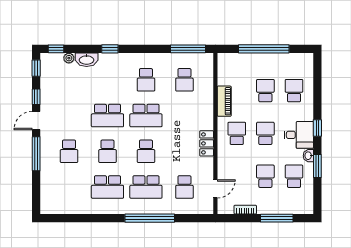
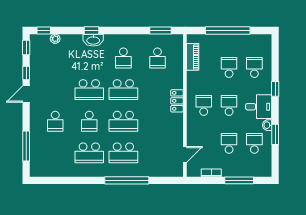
window: (188, 49) -> (161, 30), width x0.69
washbasin: (87, 60) -> (93, 40), moved
piano: (224, 101) -> (193, 57), moved
window: (317, 128) -> (275, 89), moved
locker: (207, 143) -> (177, 101), moved
school desk: (146, 151) -> (123, 121), width x1.85
window: (36, 154) -> (26, 146), moved
school desk: (184, 187) -> (157, 153), removed

